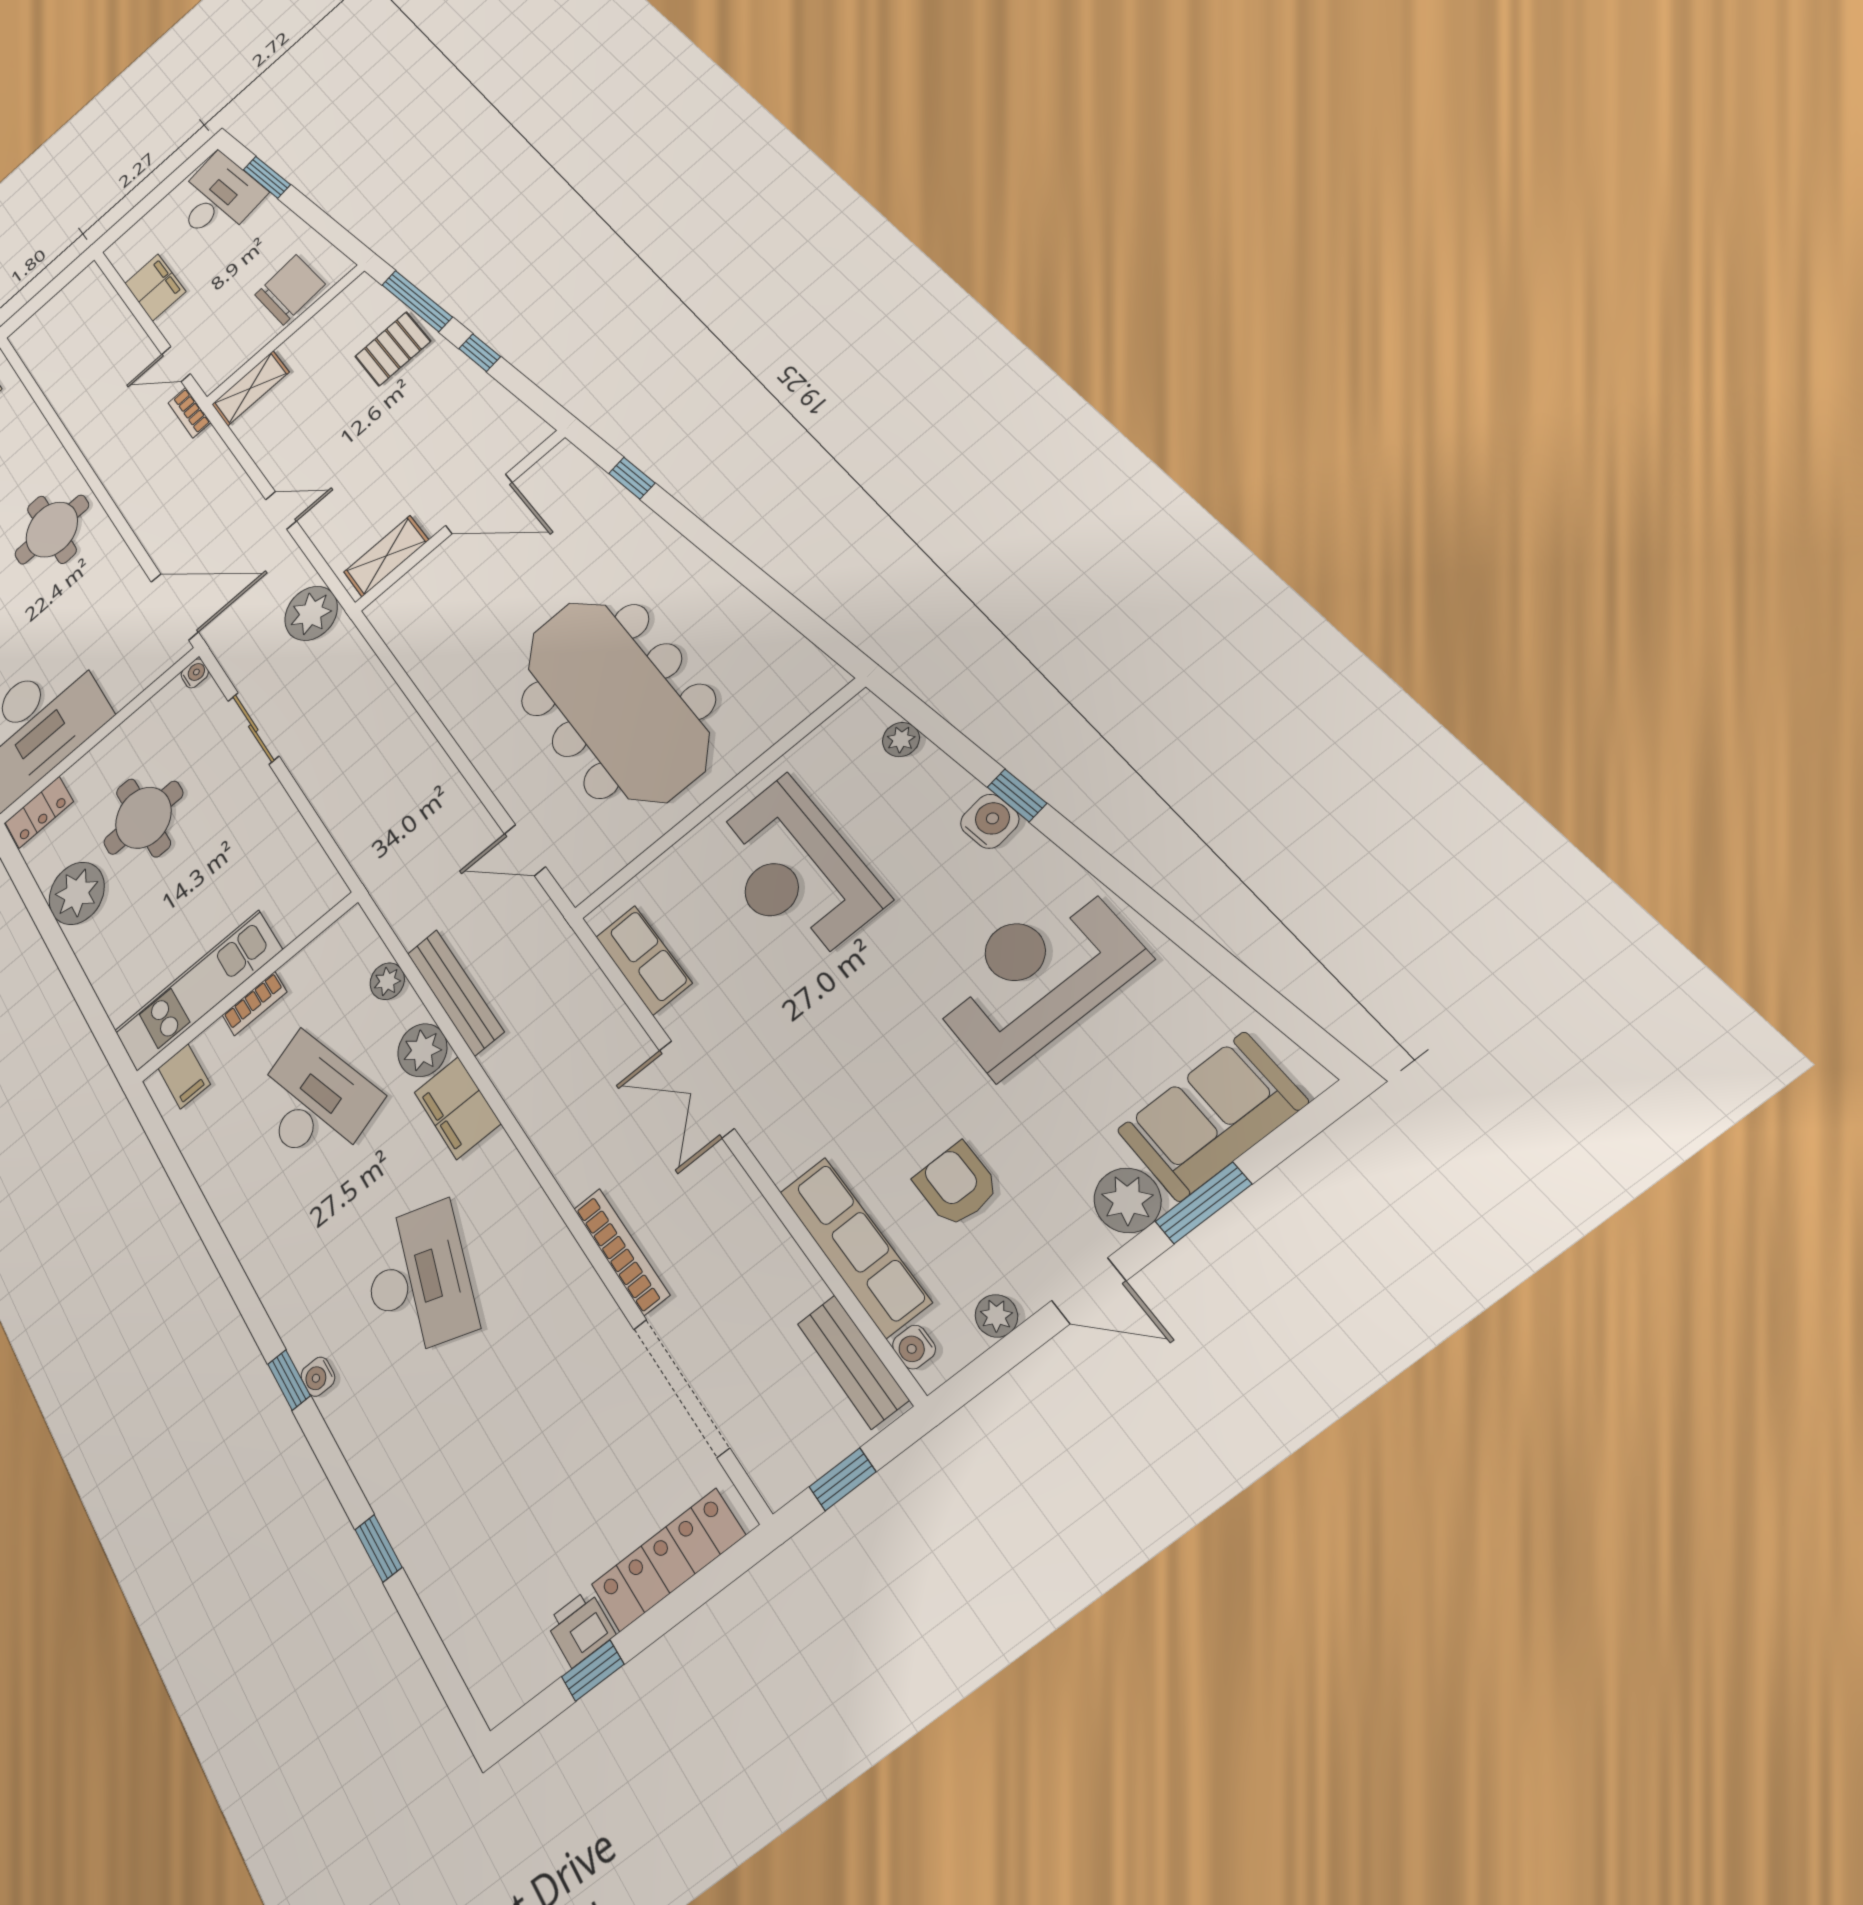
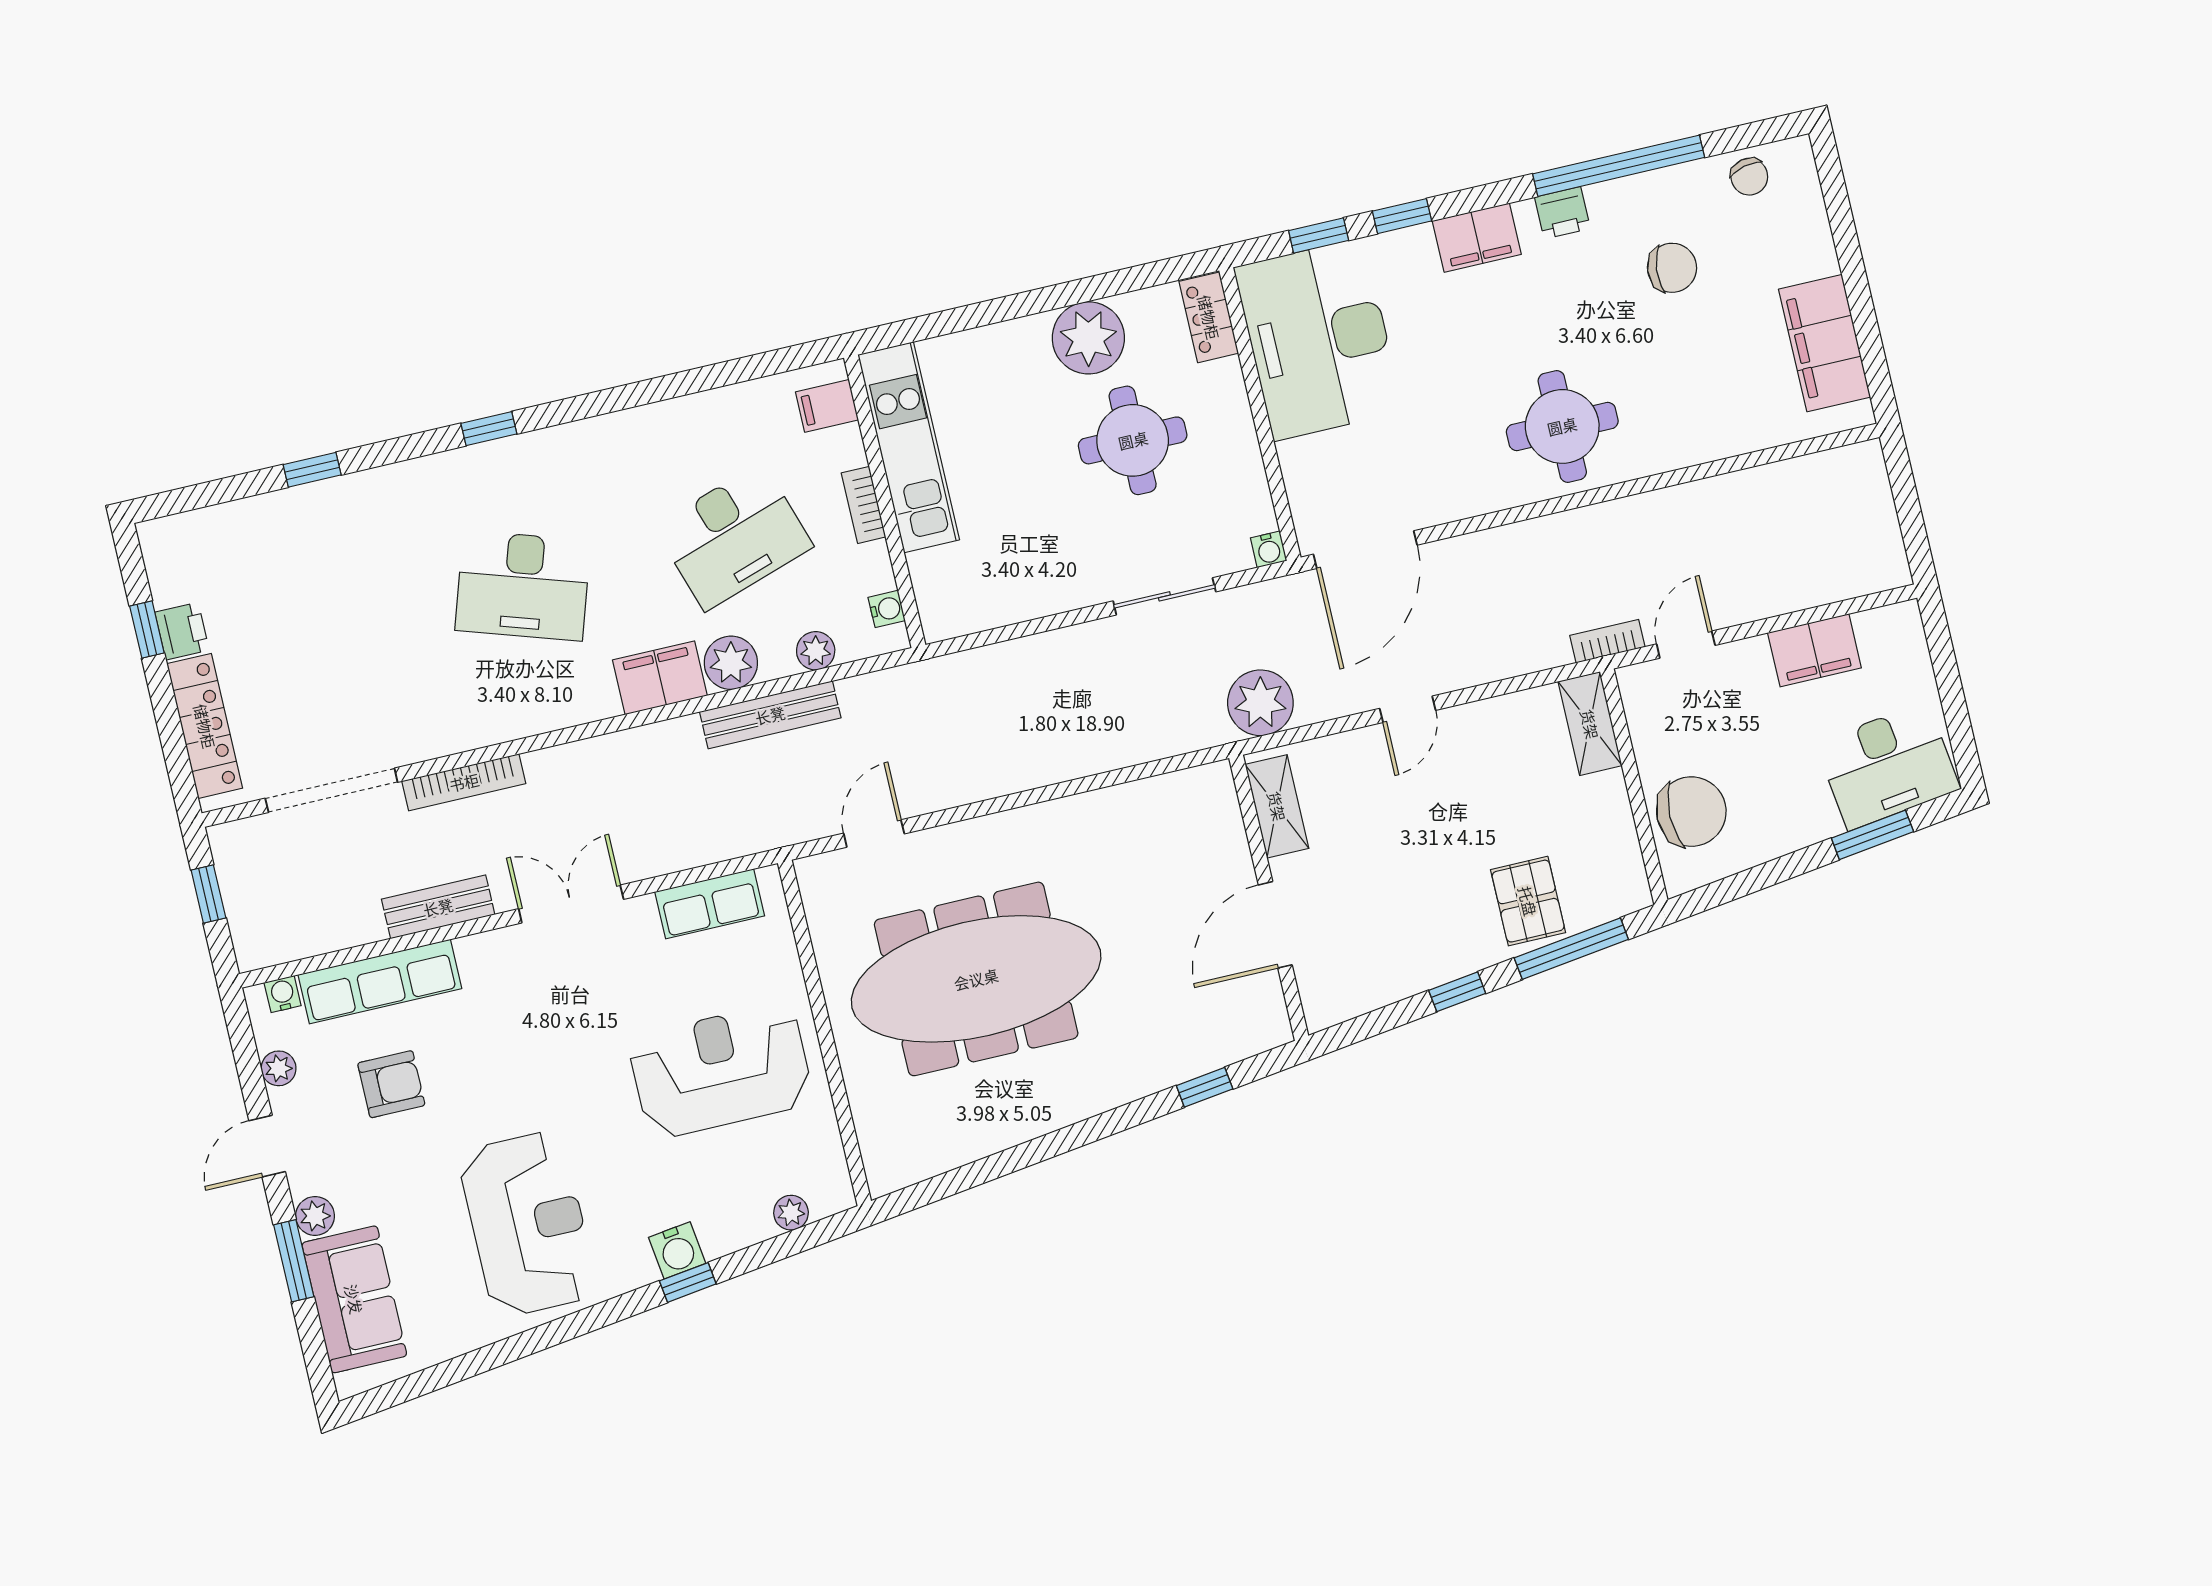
chair: (290, 290) -> (1691, 812), turned -86
plant: (1127, 1200) -> (315, 1216), width x0.73, depth x0.73
bench: (853, 1362) -> (438, 907), moved
water cooler: (318, 1377) -> (887, 609), moved, turned 90

